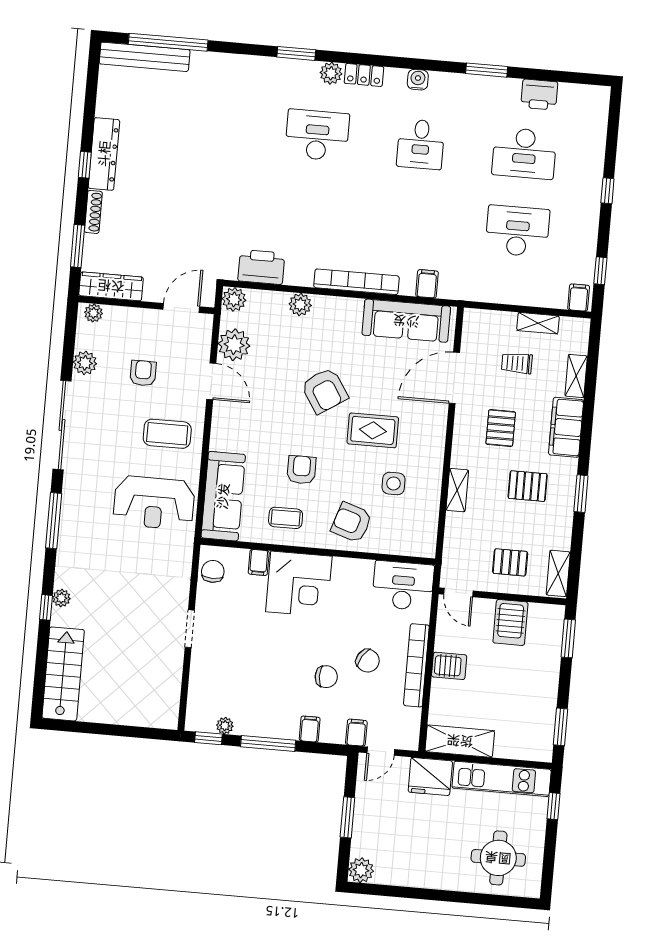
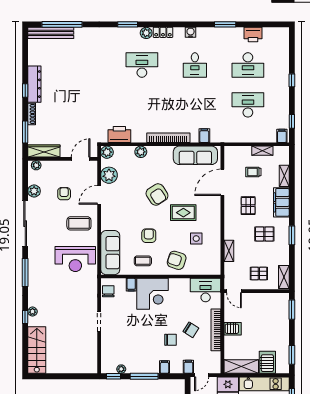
door: (211, 381) -> (99, 195), swing flipped
shelving: (457, 490) -> (229, 251), moved
server rack: (510, 622) -> (267, 362), moved, turned 180

